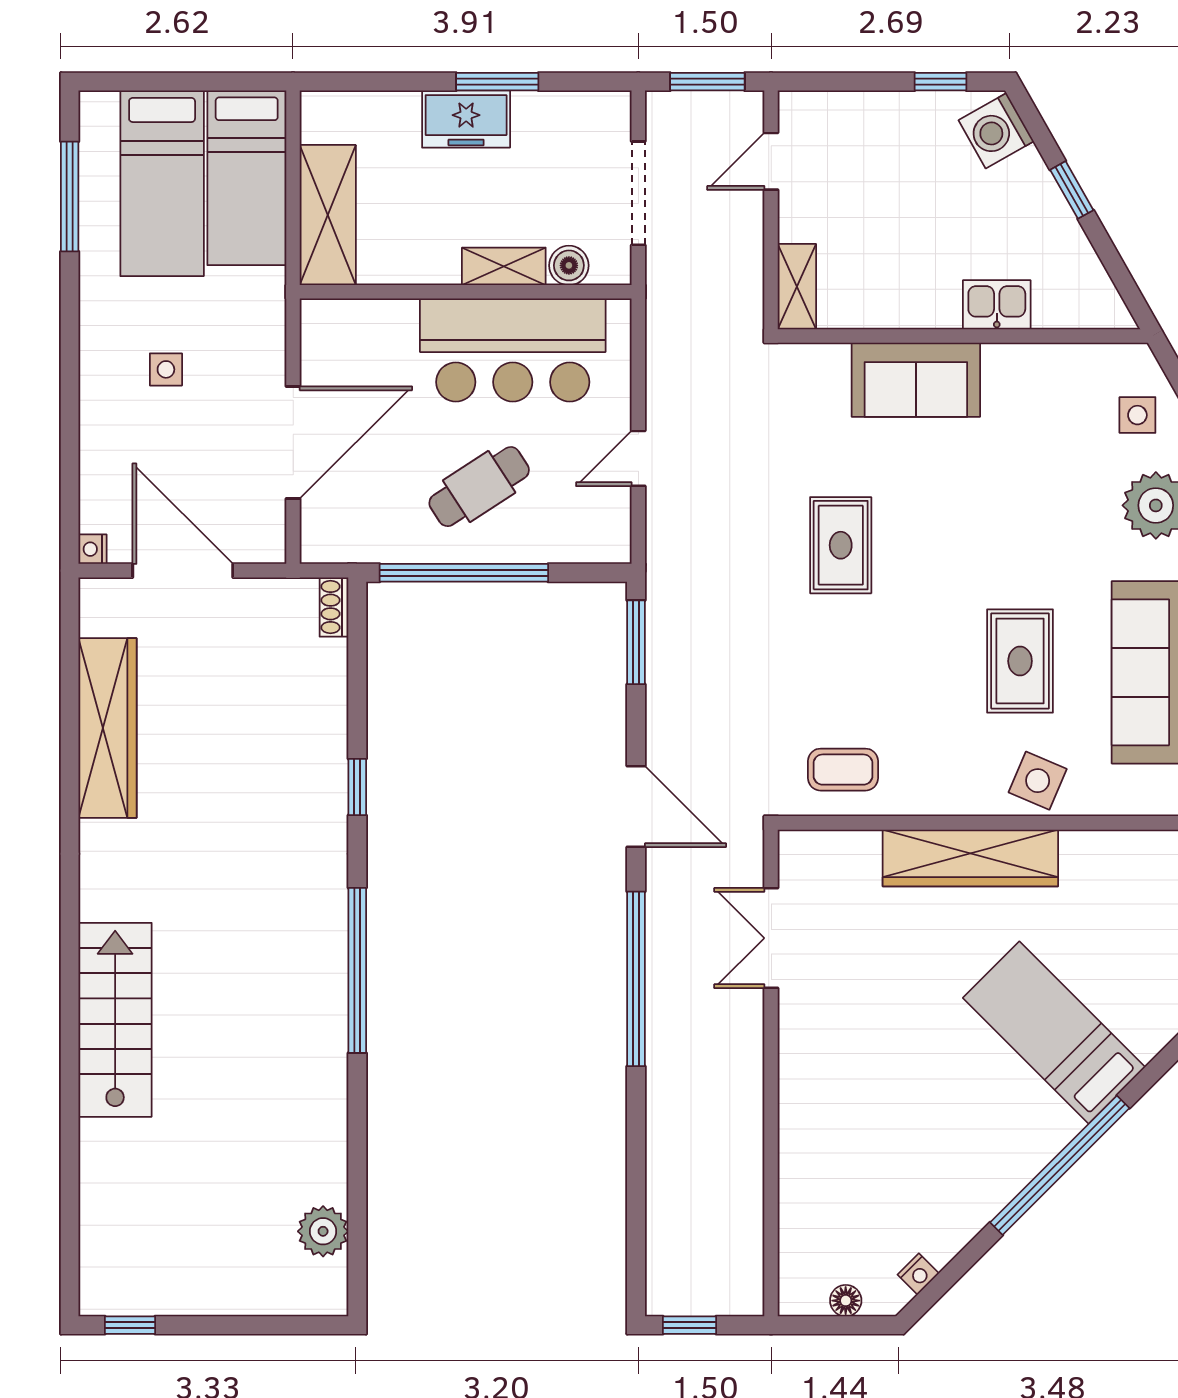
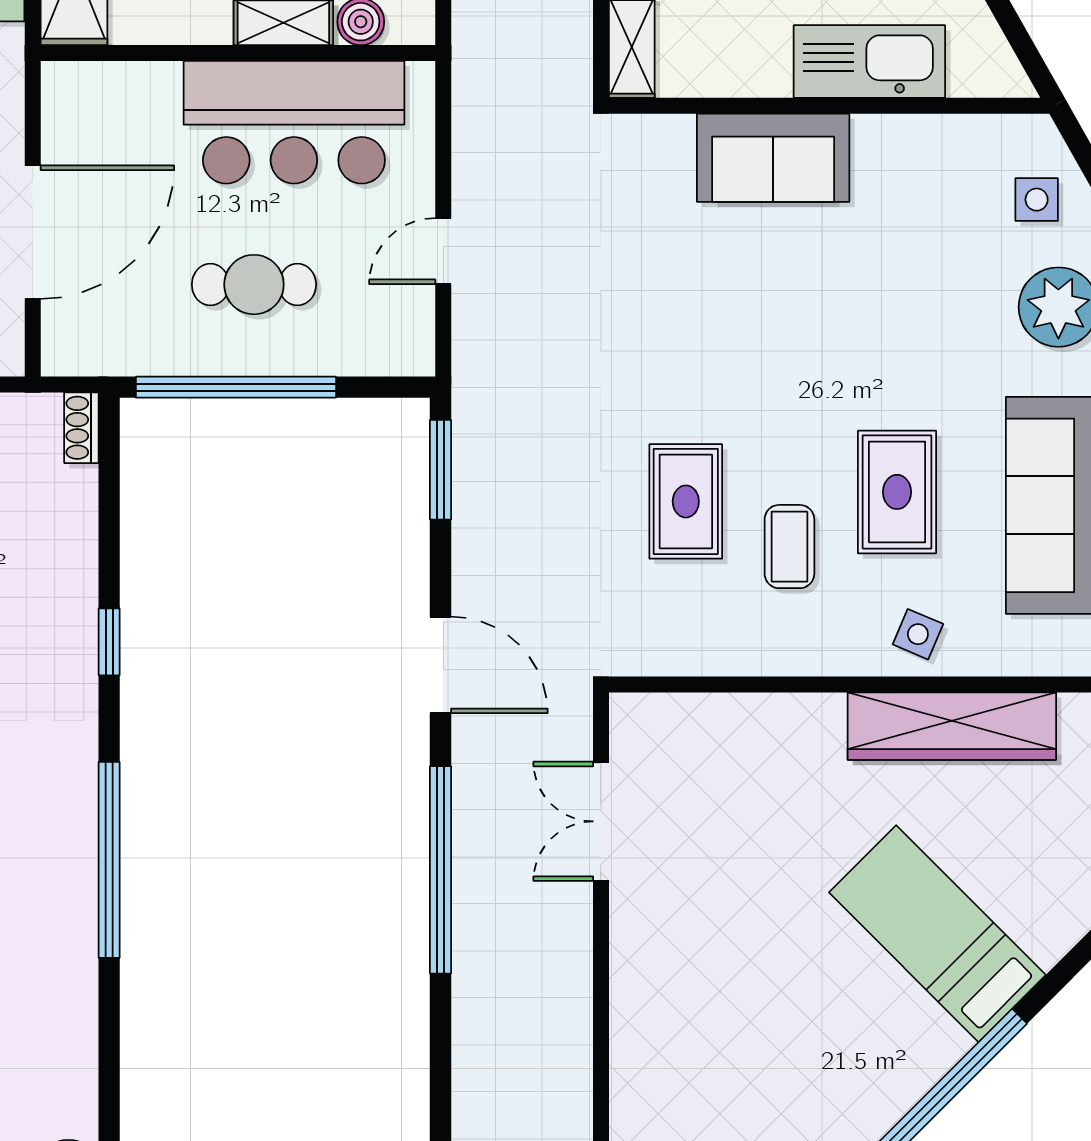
kitchen sink: (997, 305) -> (869, 61), width x1.87, depth x1.24
cafe table: (479, 487) -> (254, 285), turned 33
rug: (841, 545) -> (686, 501), moved
coffee table: (843, 770) -> (789, 547), moved, turned 90
side table: (1038, 781) -> (918, 634), width x0.73, depth x0.73
wardrobe: (970, 858) -> (952, 726), moved

